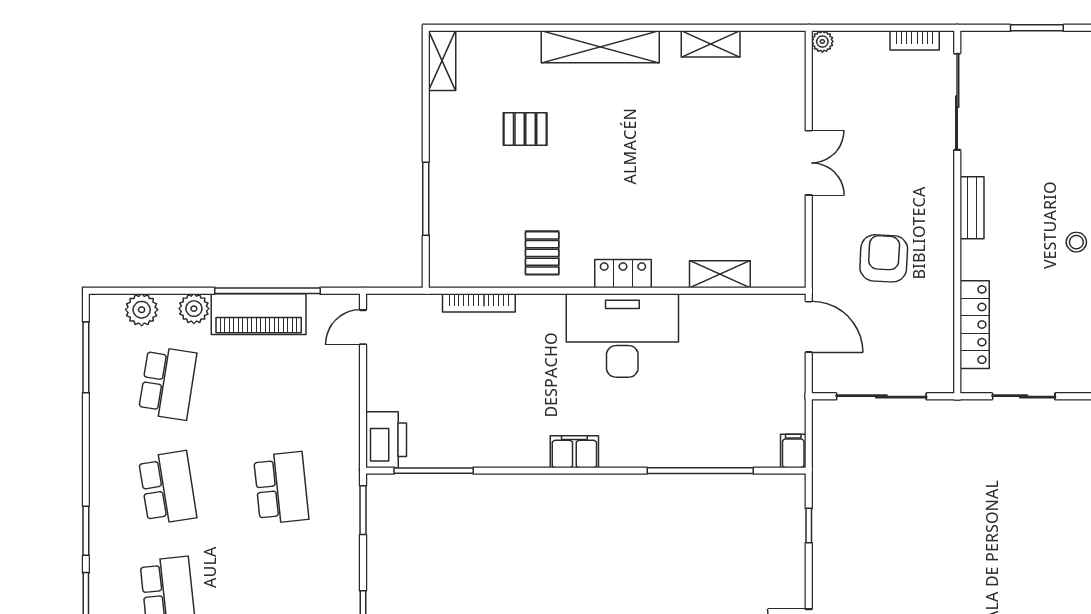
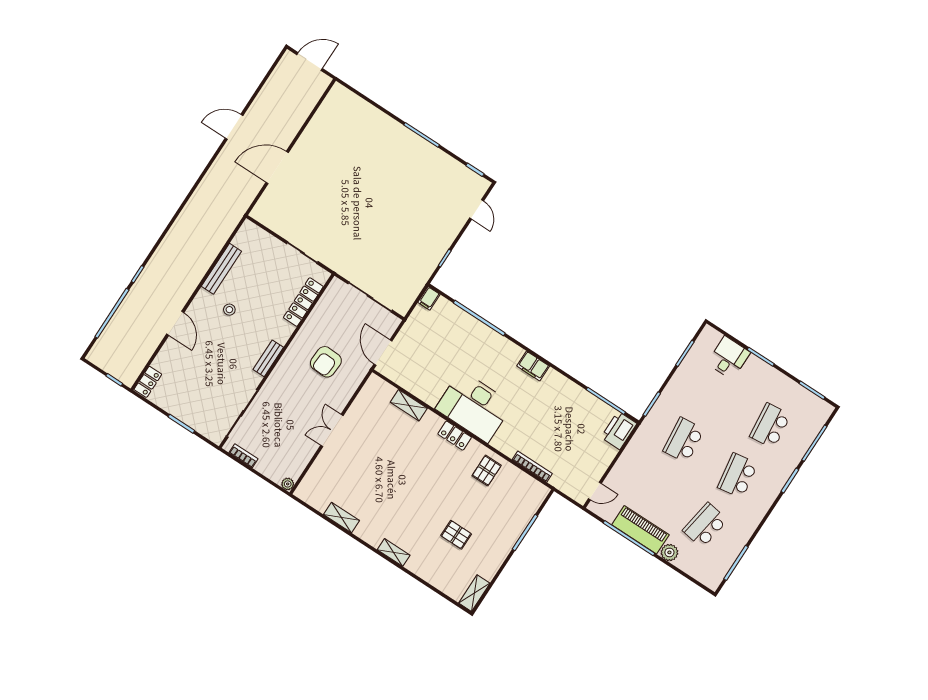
shelving: (600, 47) -> (394, 552), width x0.45, depth x0.75
plant: (142, 310) -> (695, 568), removed

